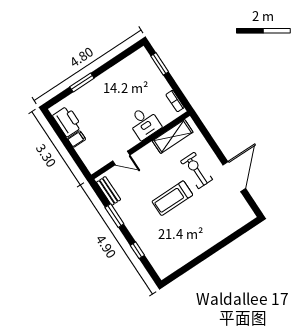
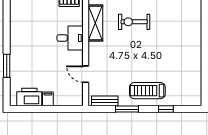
door: (121, 158) -> (86, 74), swing flipped
treadmill: (172, 198) -> (147, 91), moved, turned 90

